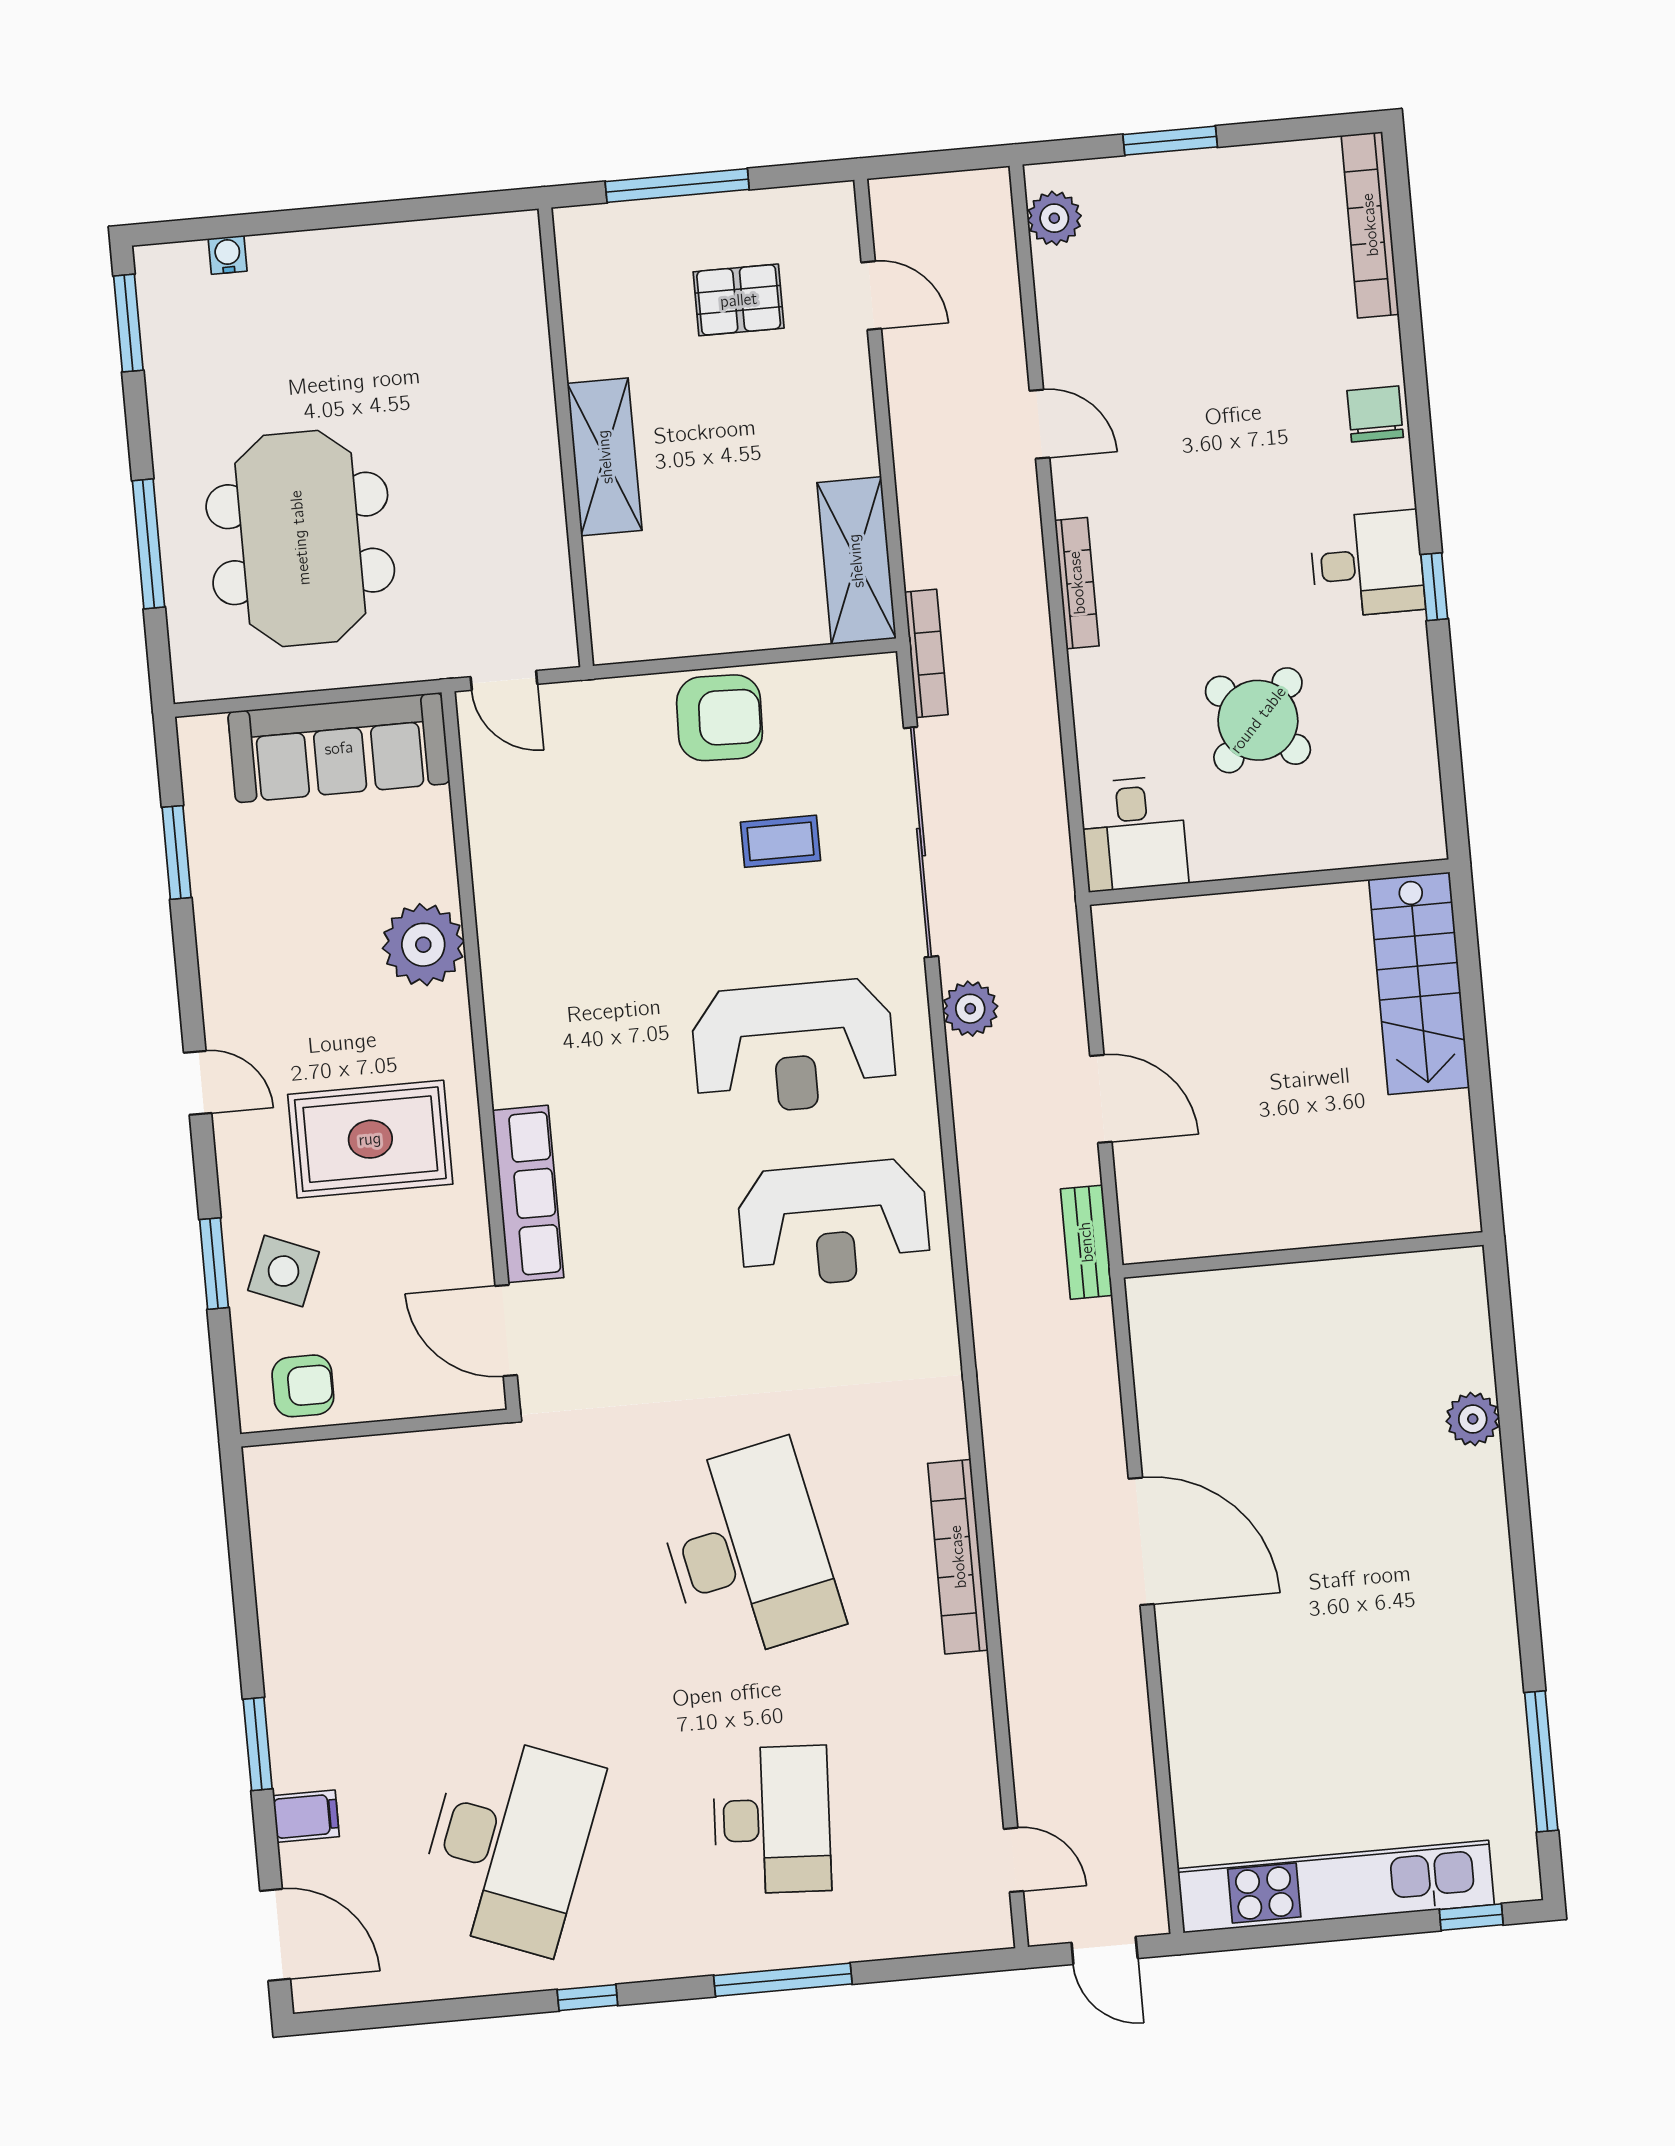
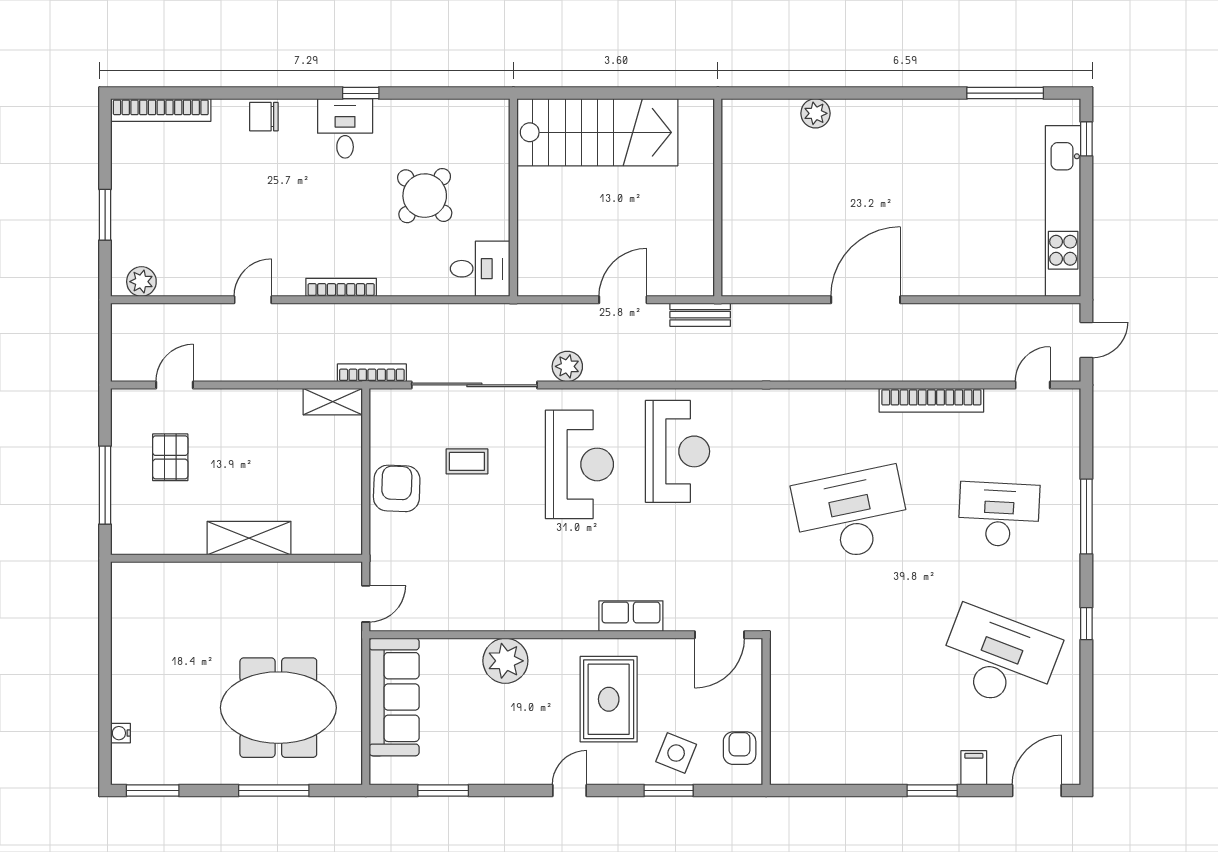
shelving: (856, 561) -> (333, 402), width x0.67, depth x0.75
coffee table: (780, 841) -> (467, 461), turned 90
stairs: (1419, 983) -> (597, 132), width x1.36, depth x1.51
row of seats: (528, 1194) -> (631, 616), width x0.68
bookcase: (958, 1557) -> (931, 400), moved

